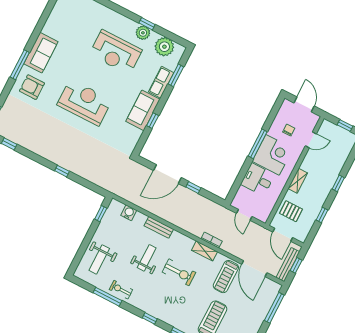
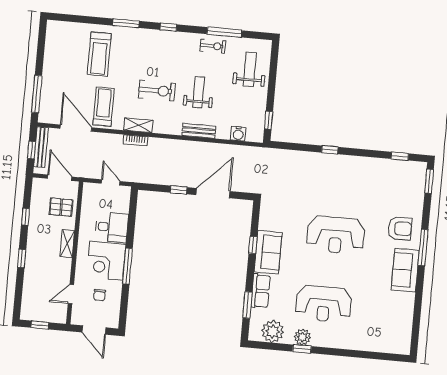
reception desk: (116, 52) -> (324, 304), turned 180
weight bench: (147, 258) -> (199, 92), turned 180
exercise bike: (179, 272) -> (157, 91), turned 180

